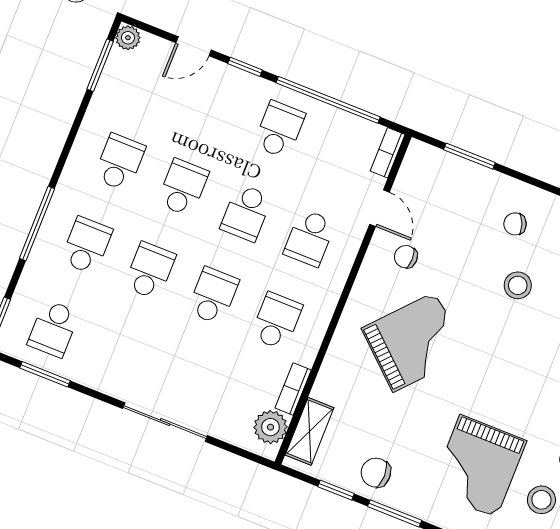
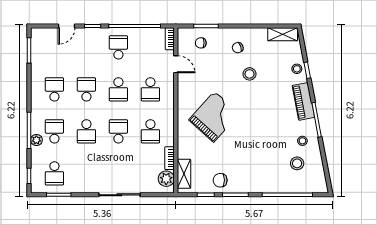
plant: (128, 38) -> (36, 140), moved
chair: (406, 257) -> (201, 43), moved
school desk: (150, 271) -> (86, 131), turned 180
school desk: (276, 321) -> (150, 131), turned 180
grand piano: (478, 466) -> (264, 160), removed

